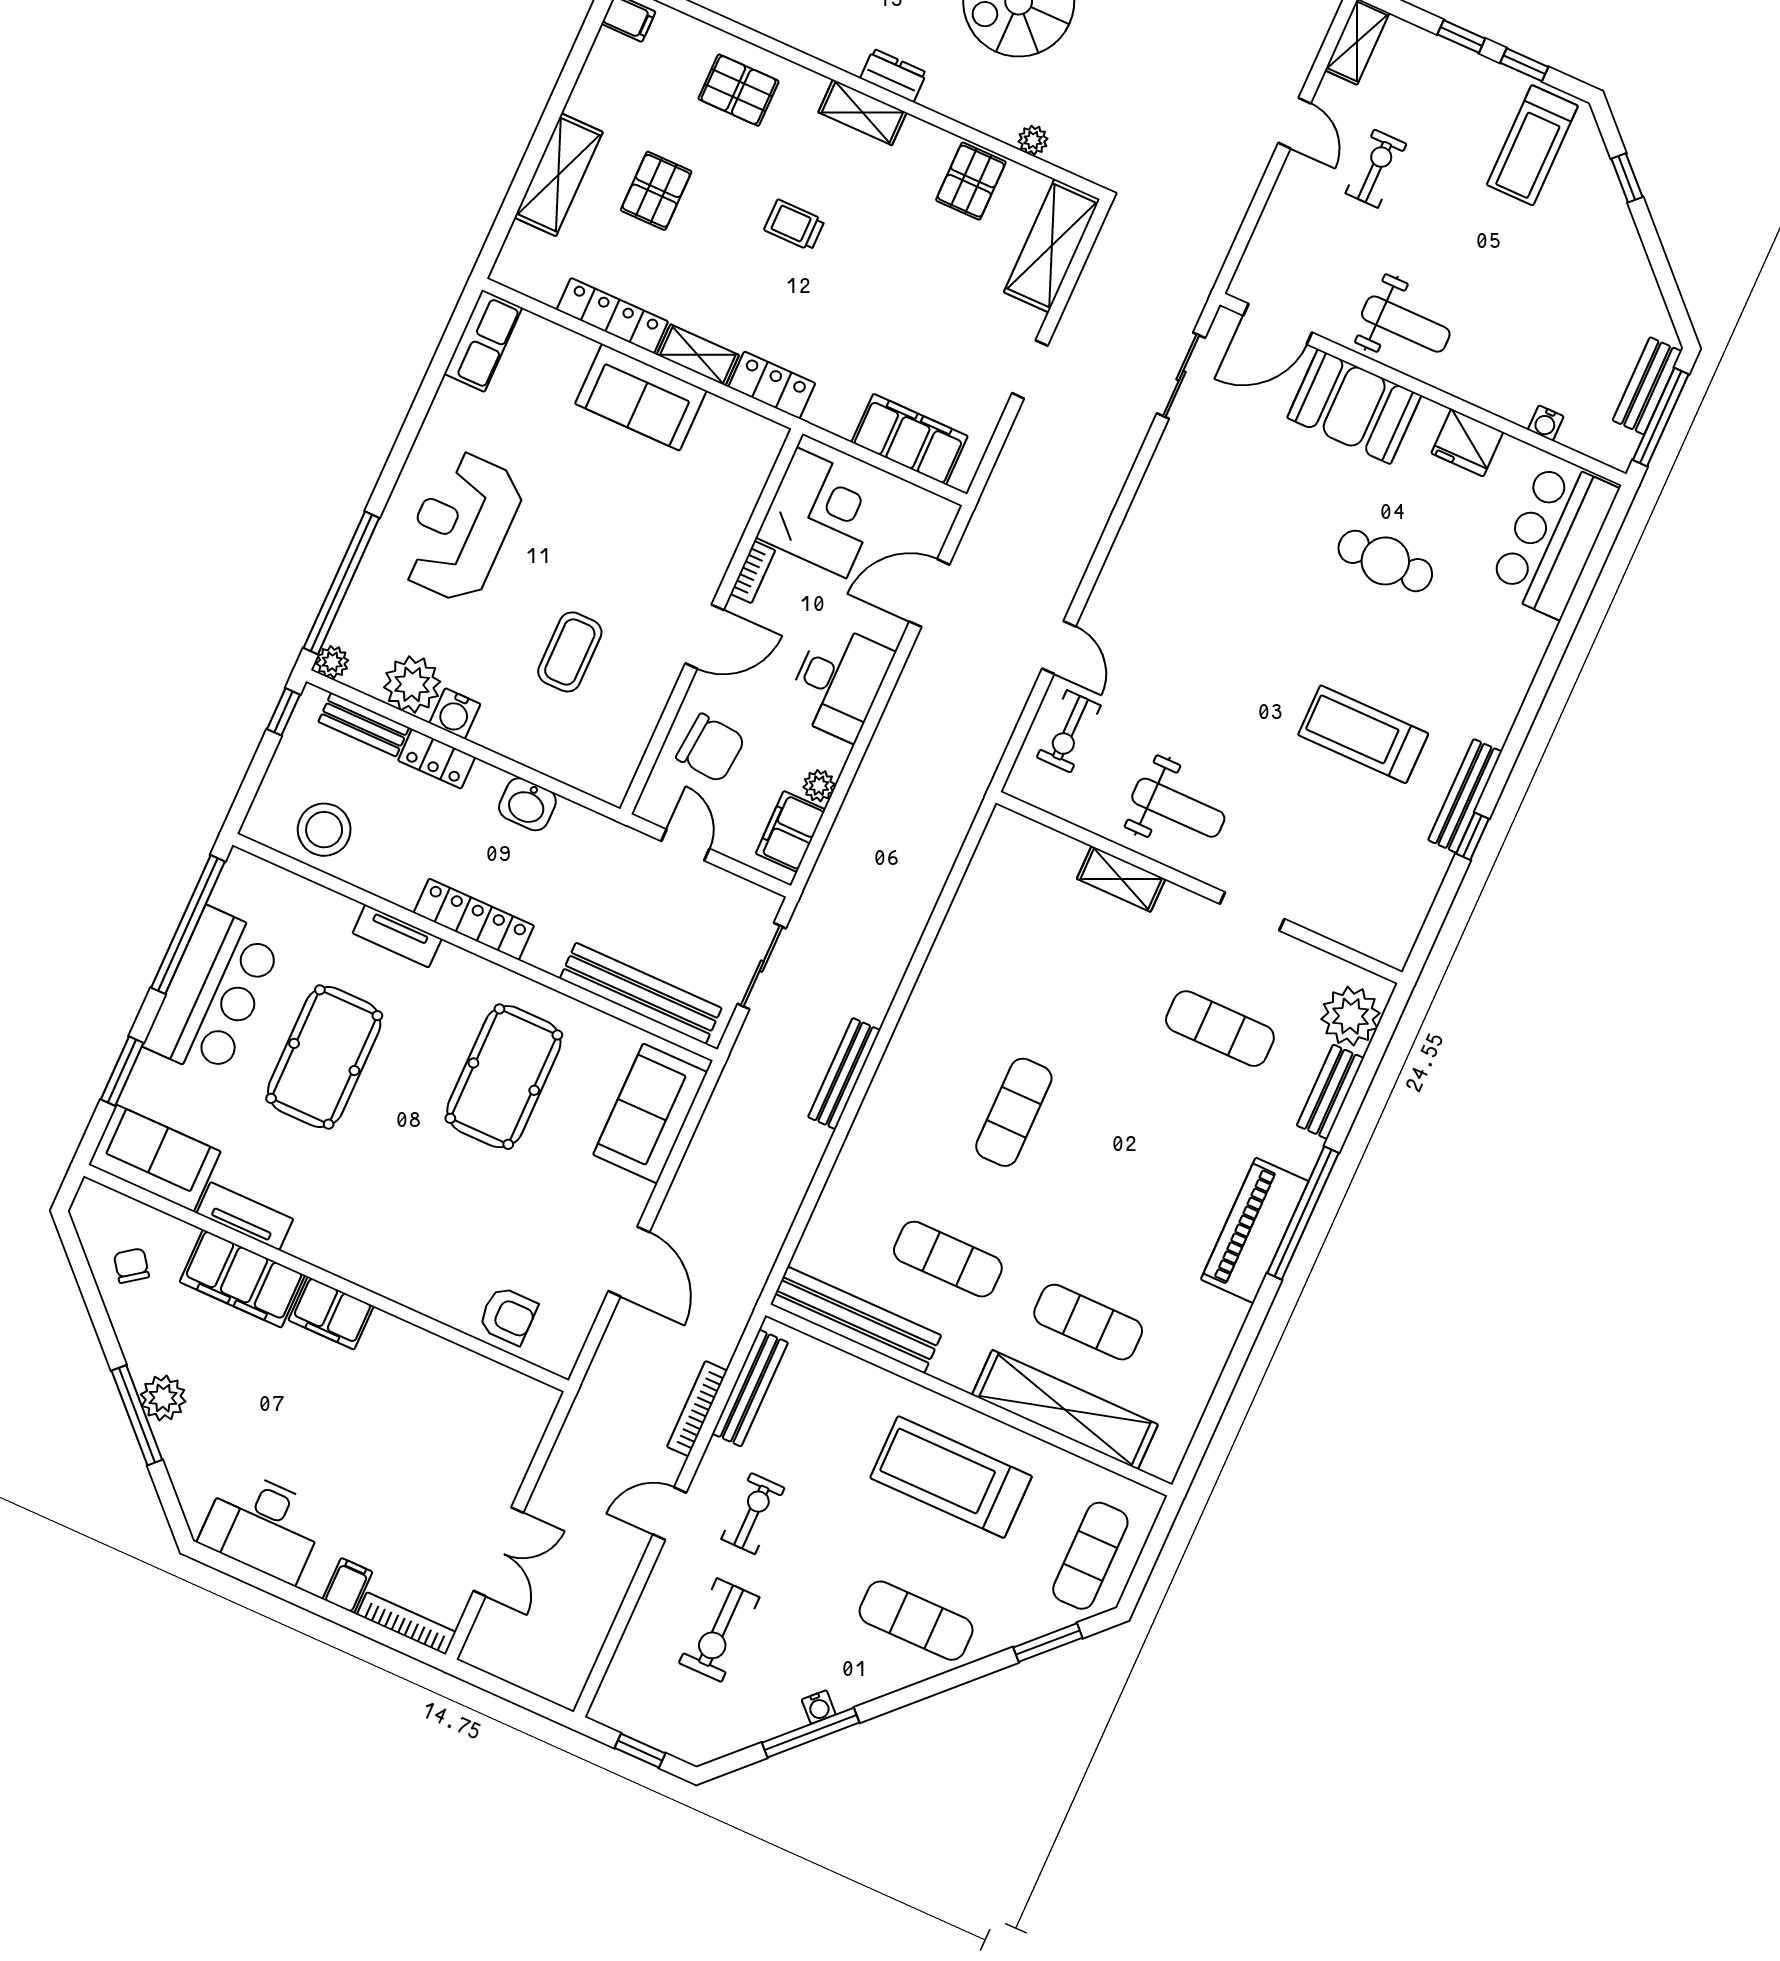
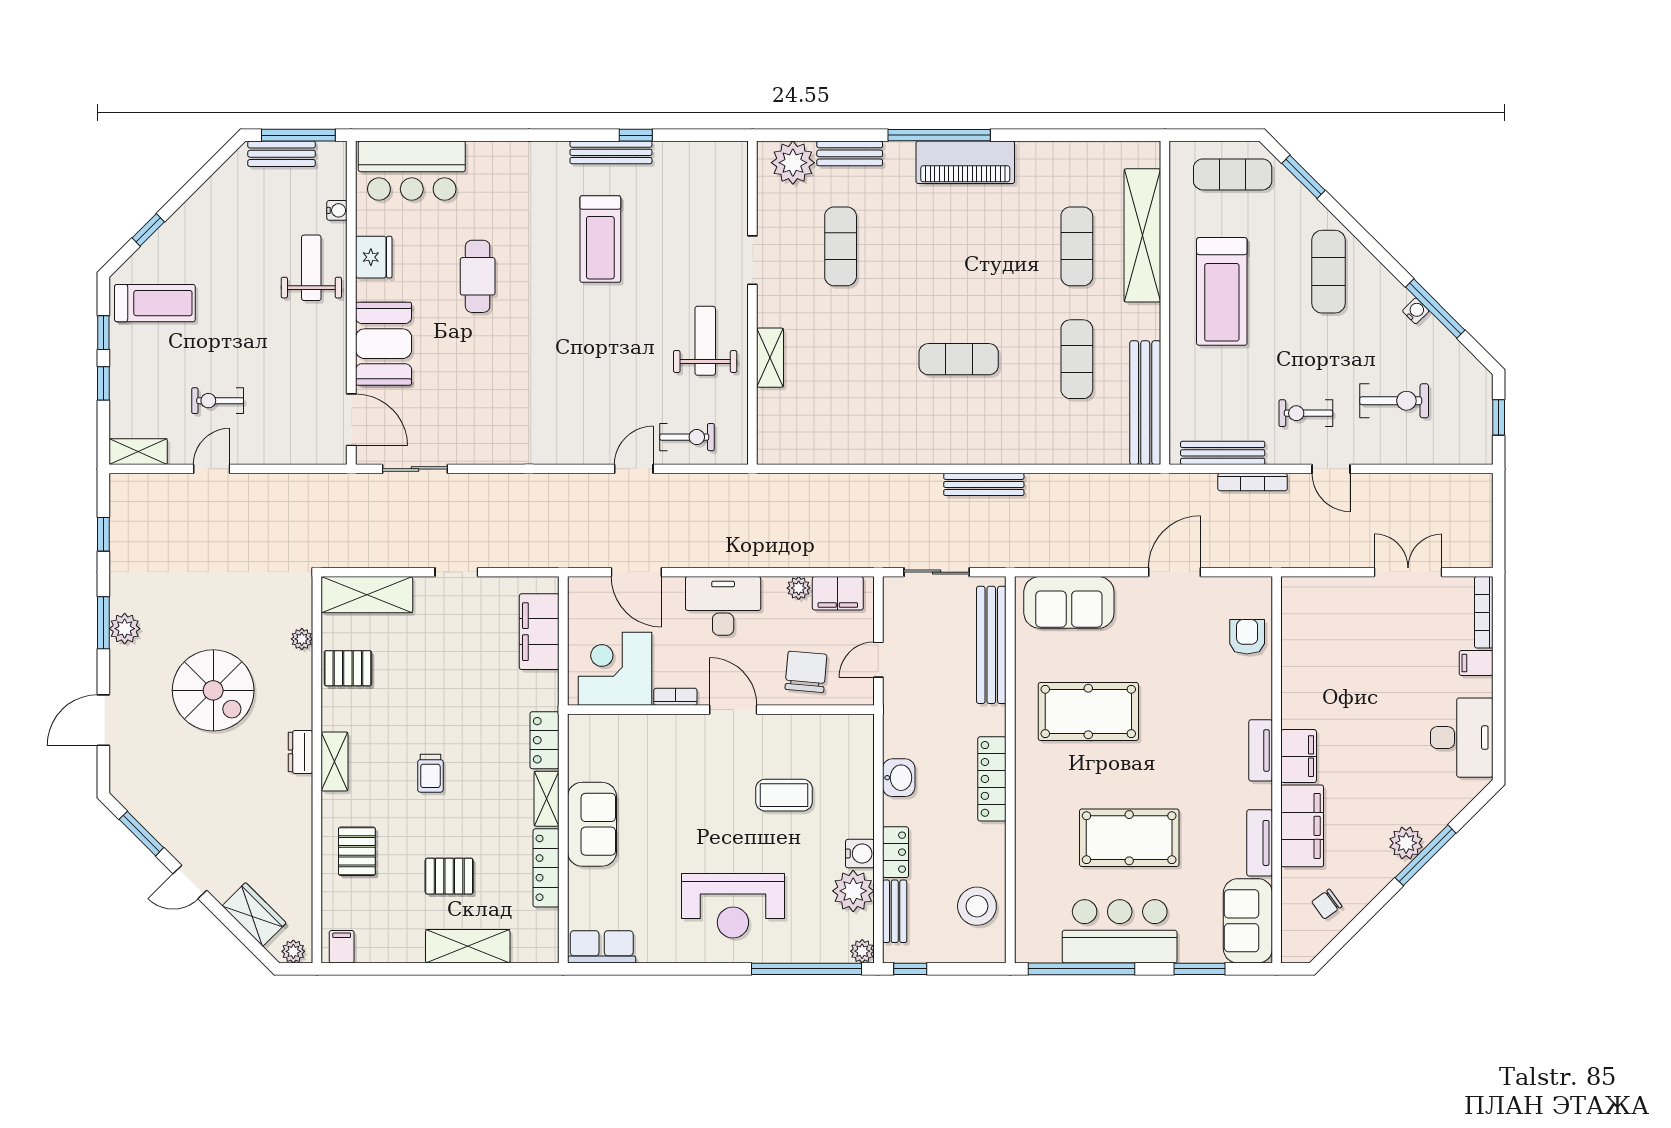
weight bench: (1406, 324) -> (311, 268), moved
tv unit: (397, 936) -> (1261, 750), moved, turned 180

